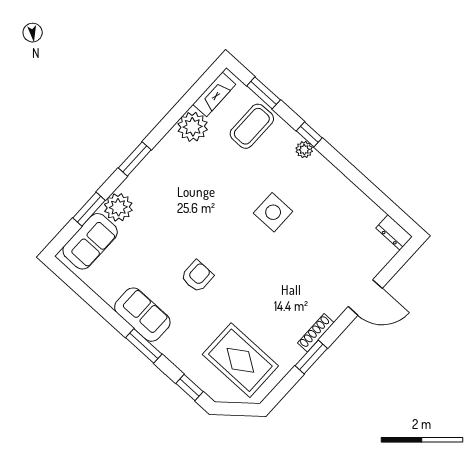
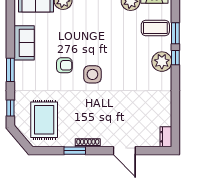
window: (264, 93) -> (175, 33), moved
plant: (304, 150) -> (162, 62), width x1.88, depth x1.88
side table: (273, 212) -> (92, 74), moved
sofa: (142, 315) -> (24, 43), moved

